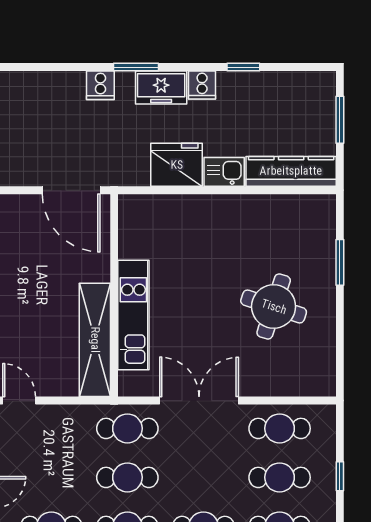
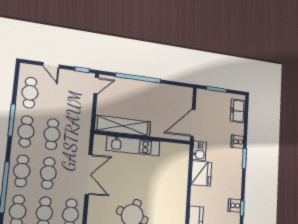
cooker: (202, 85) -> (235, 206), moved
freezer: (161, 87) -> (238, 111), moved
kitchen sink: (224, 172) -> (199, 151), moved
cafe table: (127, 428) -> (48, 173), moved

